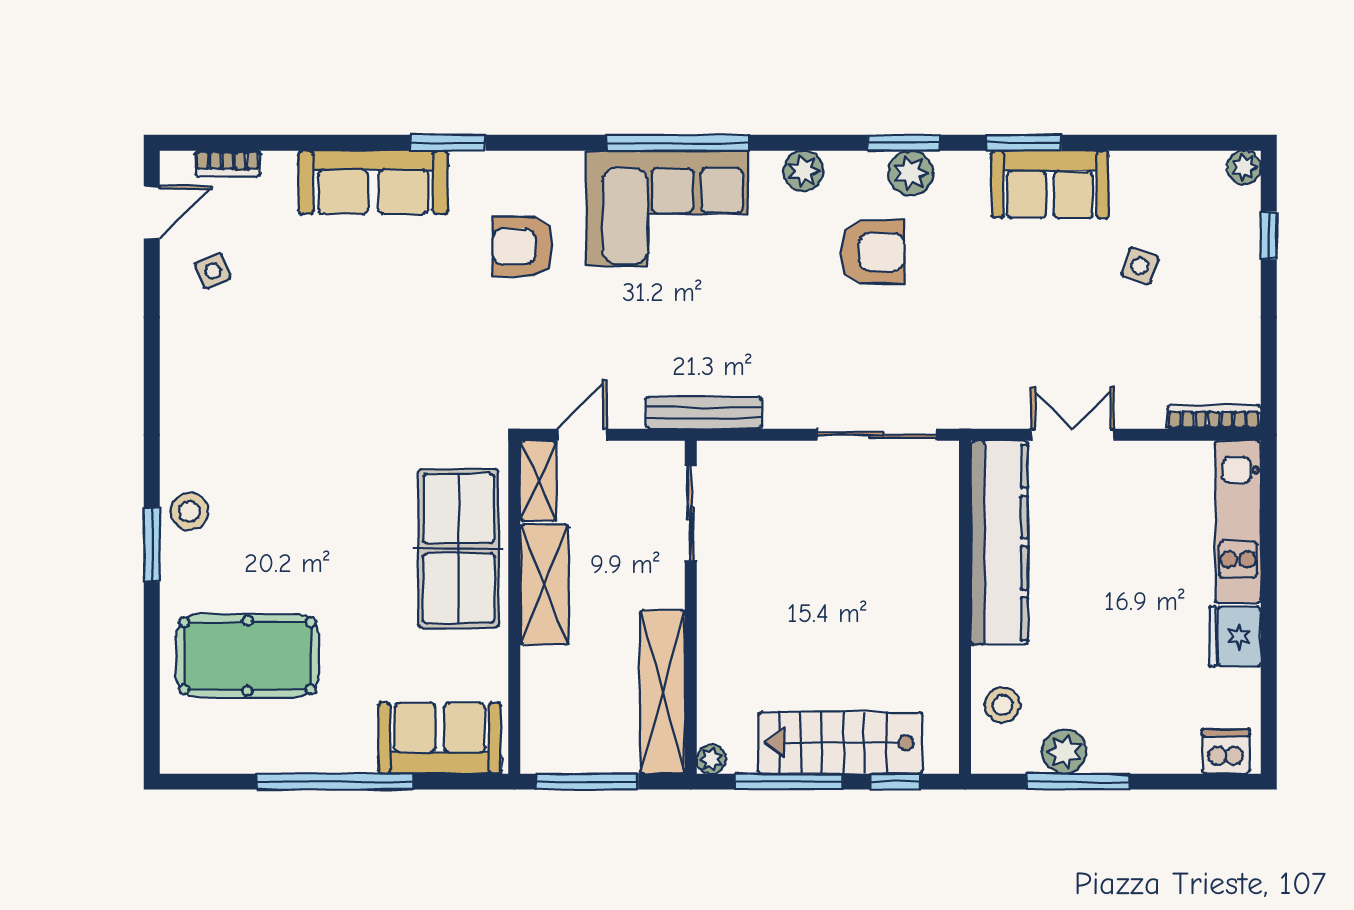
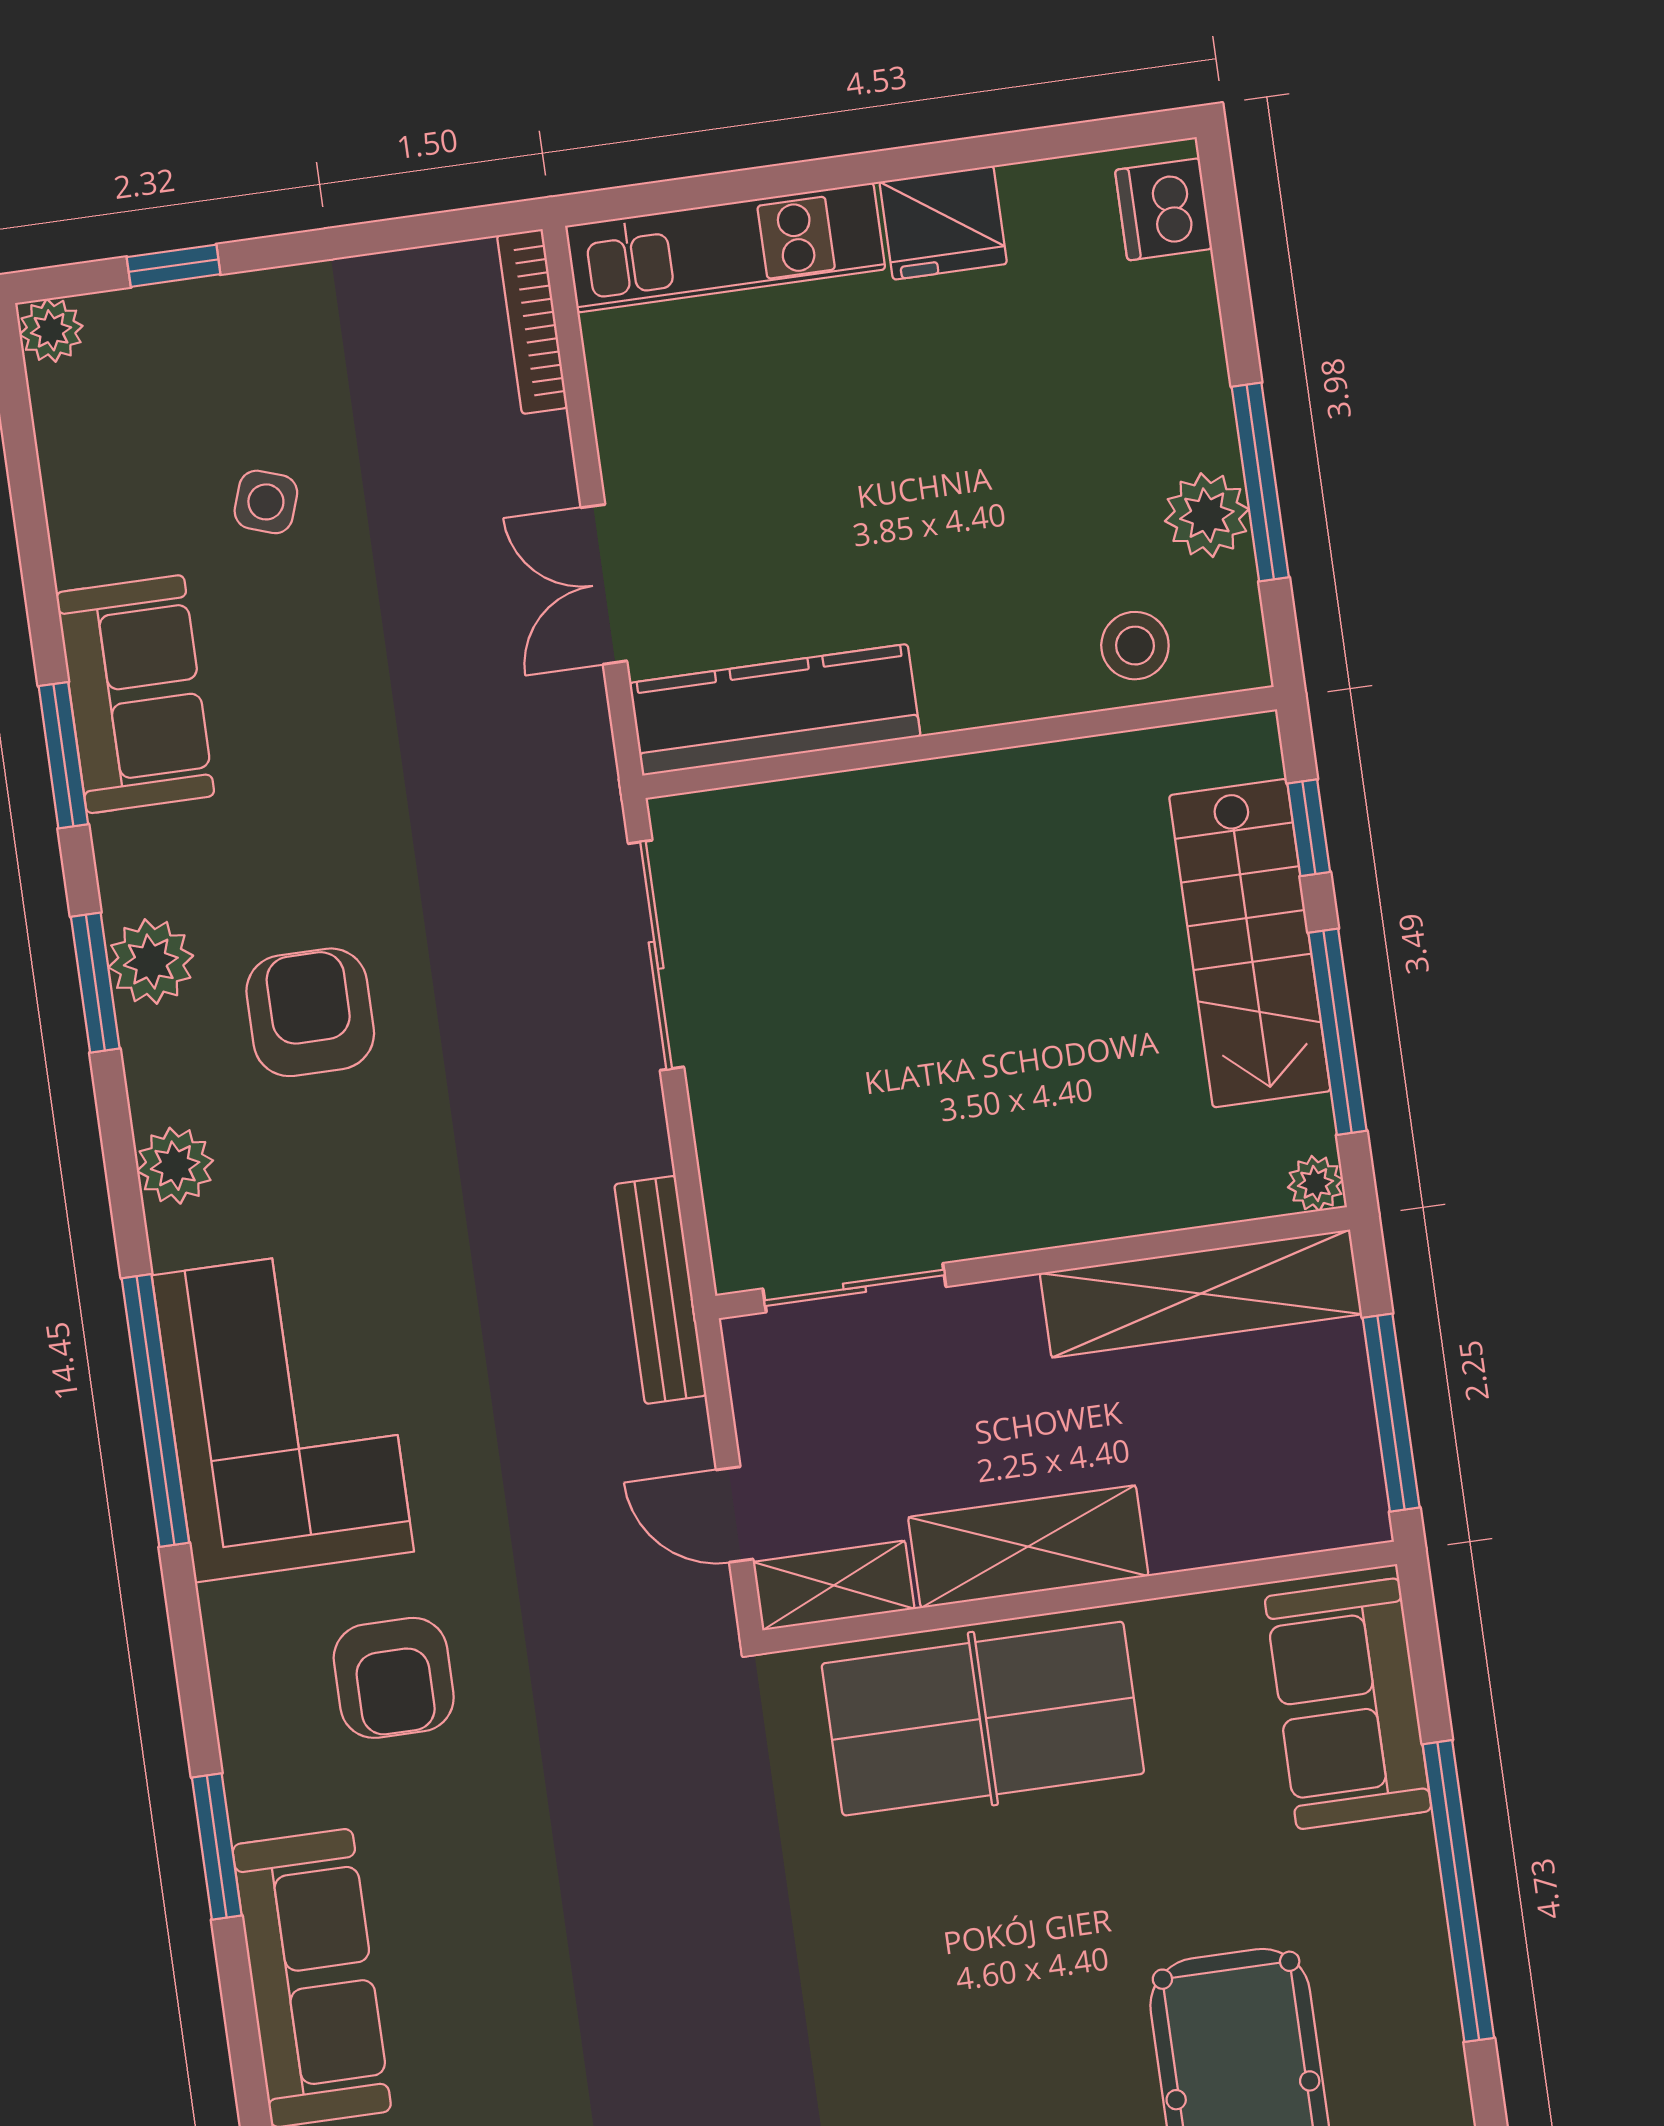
kitchen counter: (999, 543) -> (775, 710), width x0.72, depth x0.86

